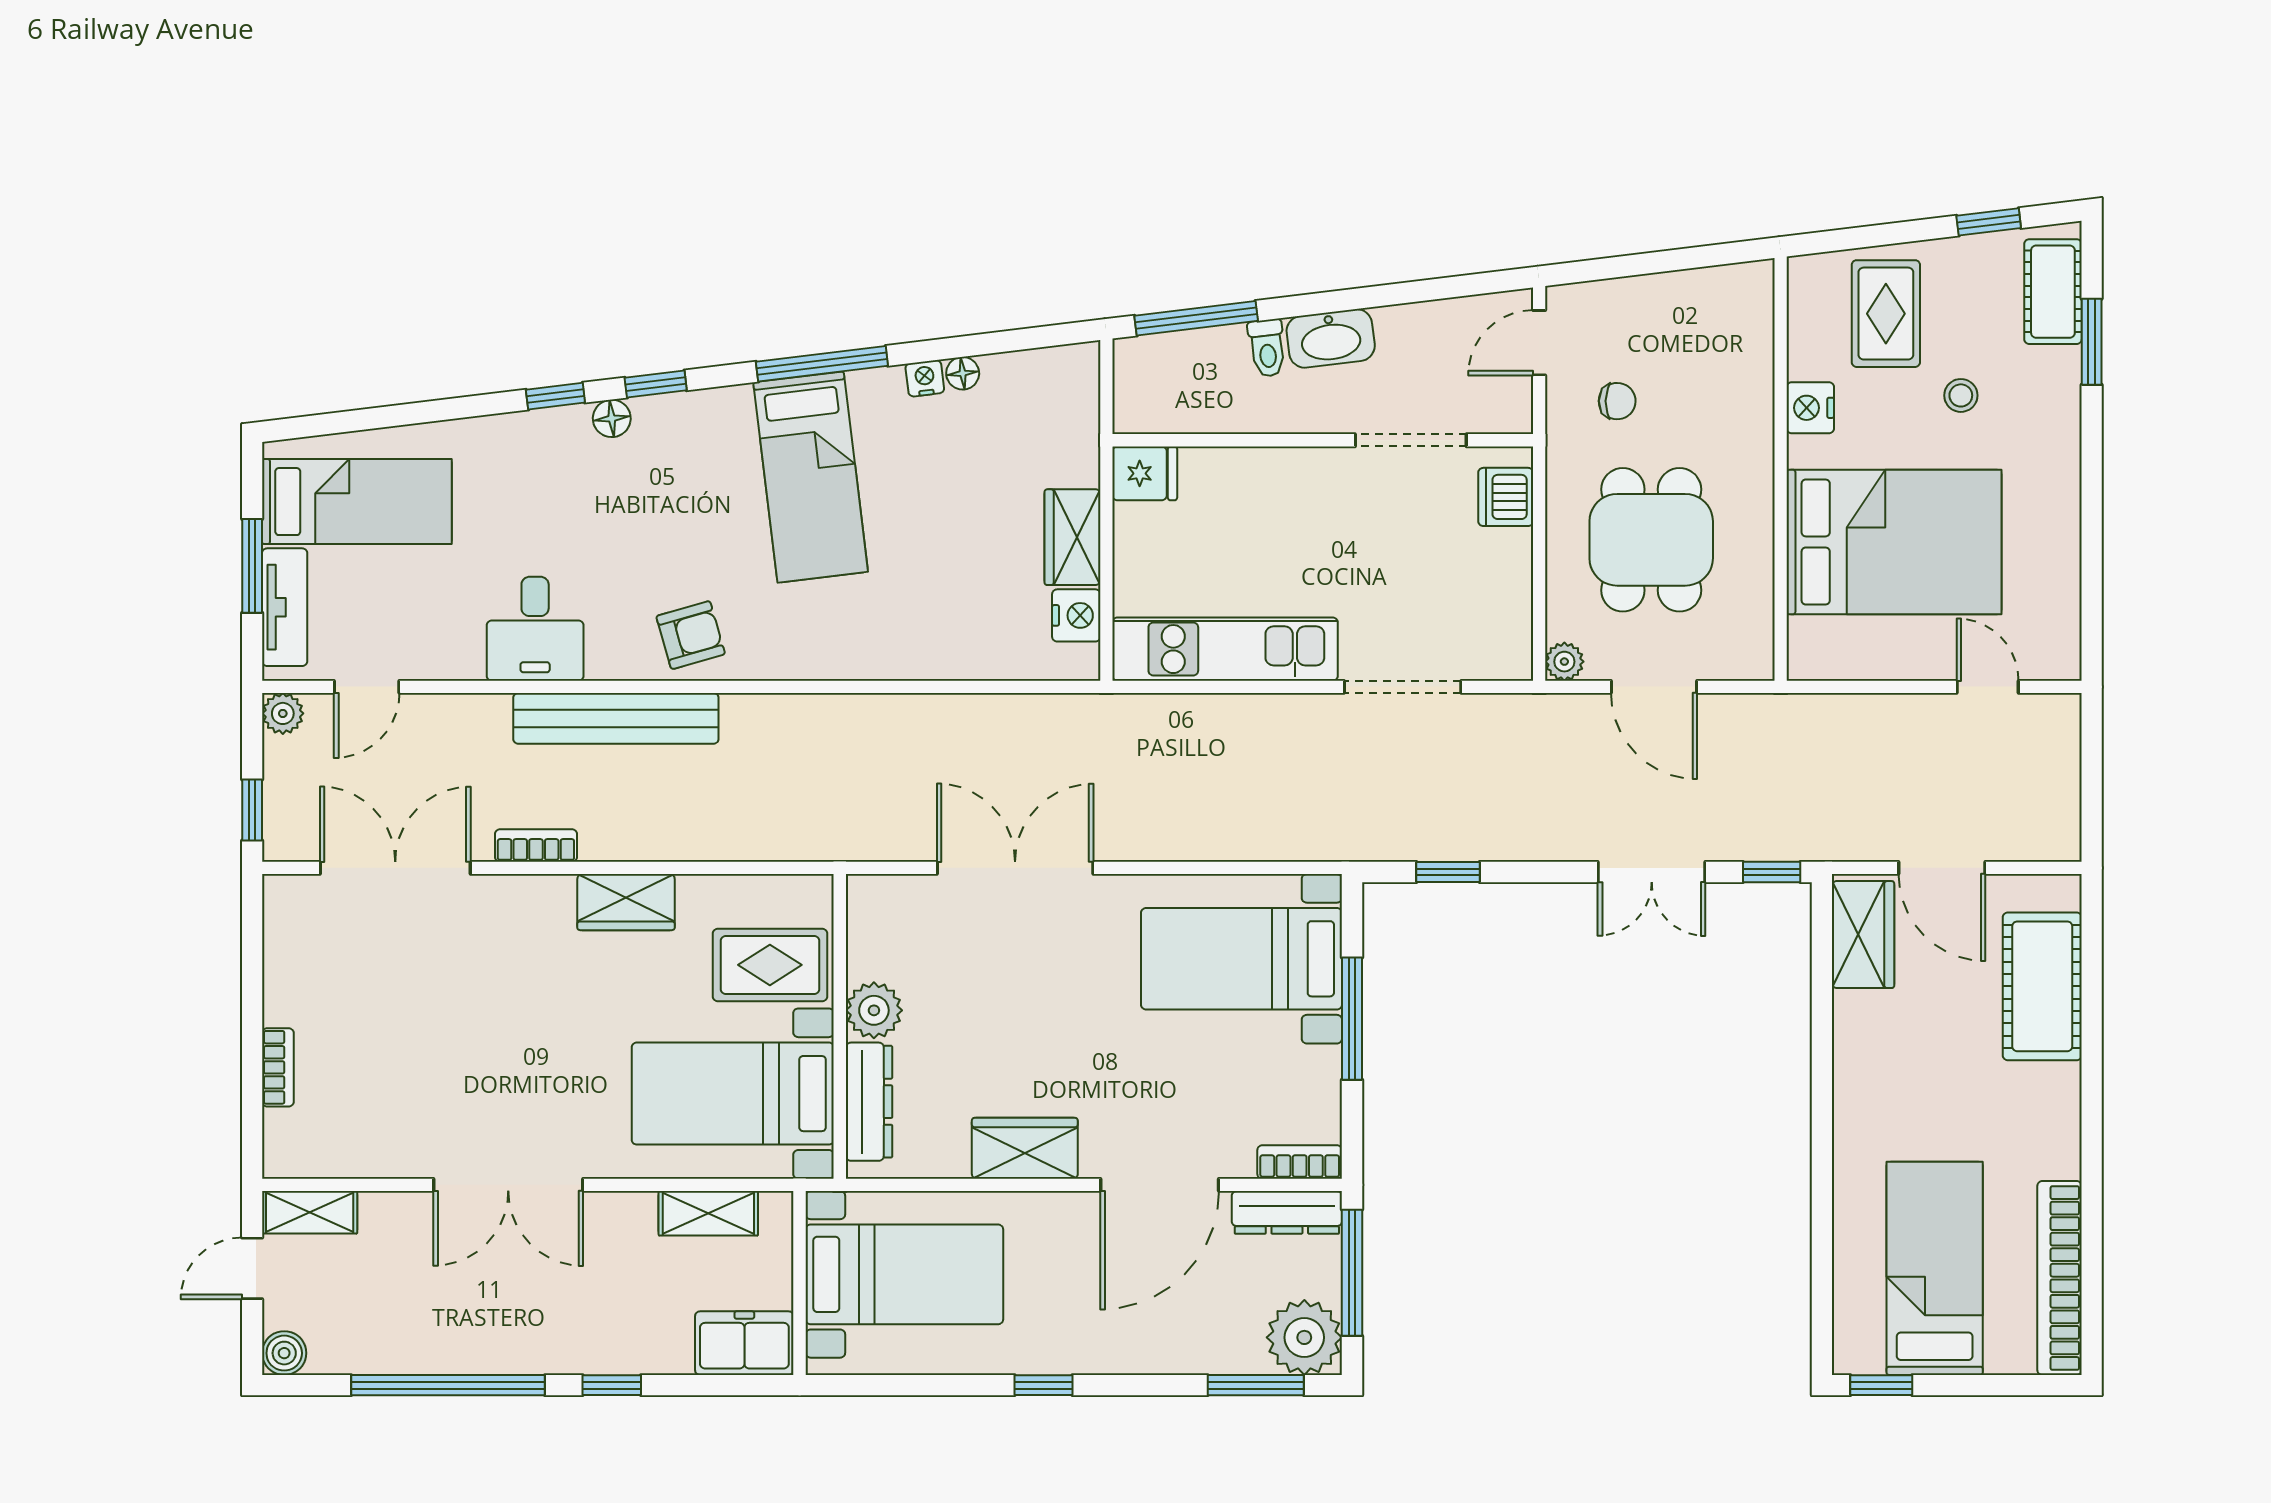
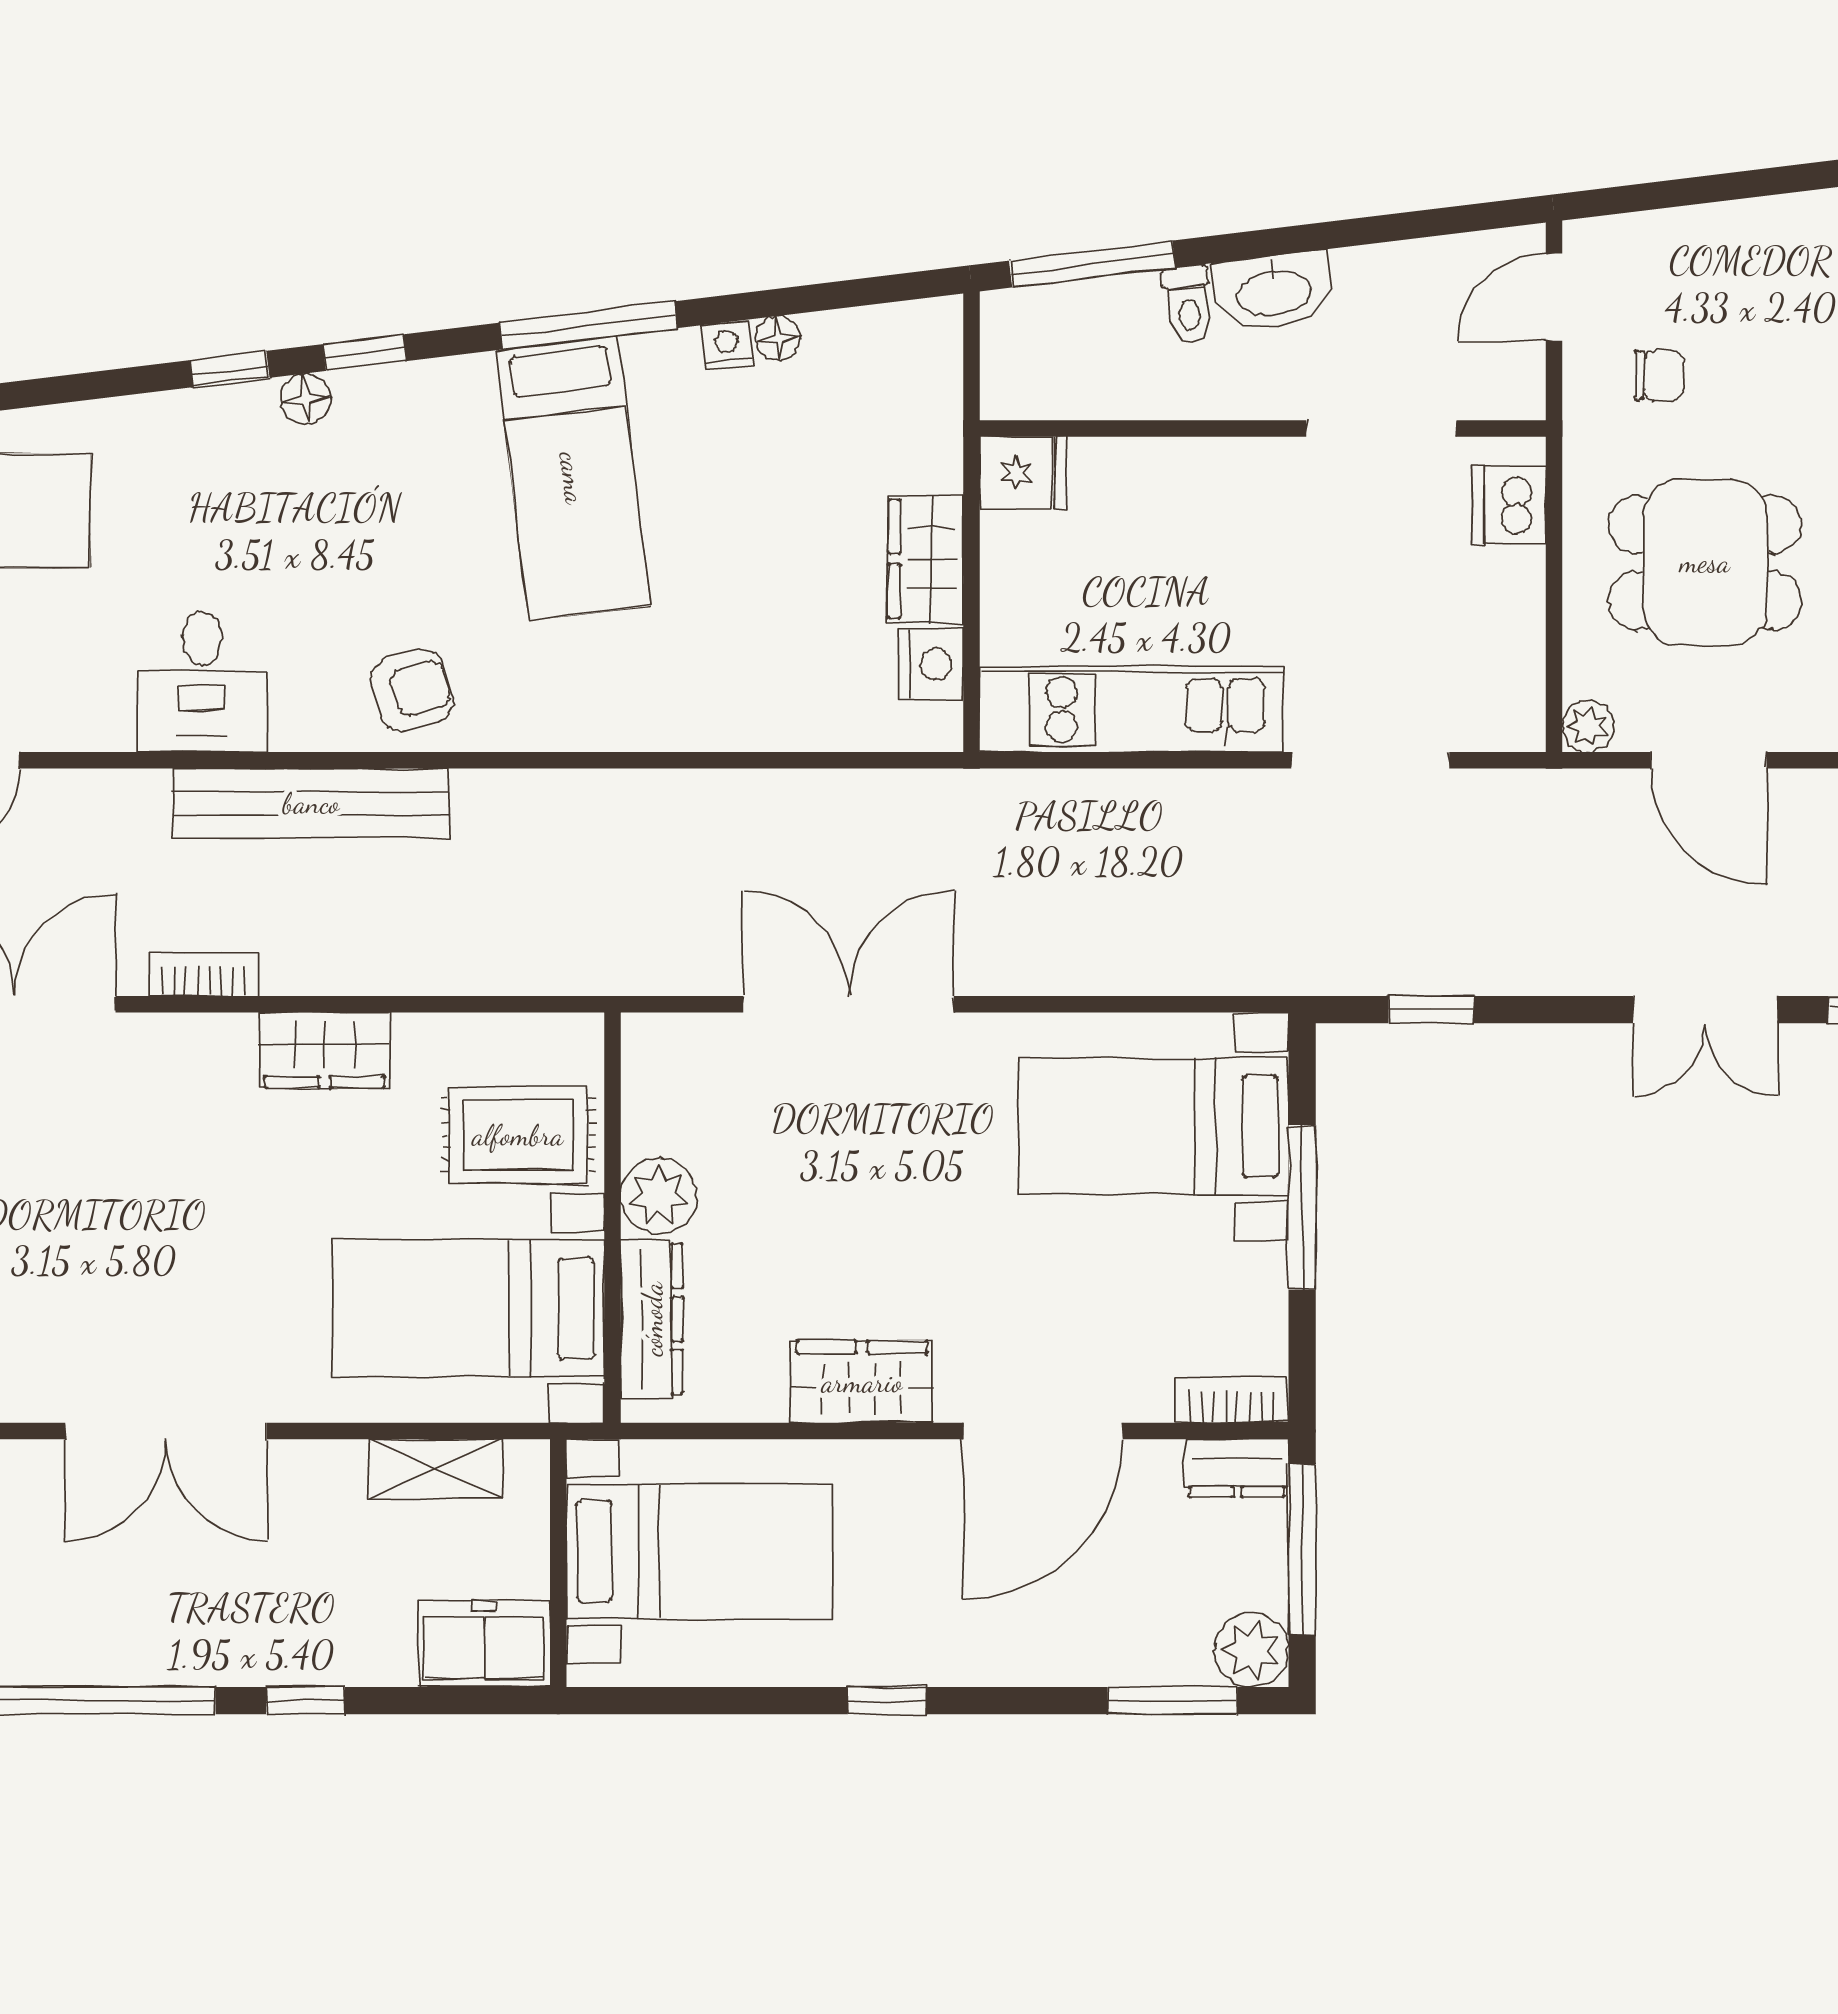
dining table: (1651, 540) -> (1705, 562), turned 90
dresser: (1287, 1212) -> (1237, 1468), width x0.70
plant: (1304, 1337) -> (1251, 1650), width x0.73, depth x0.73

